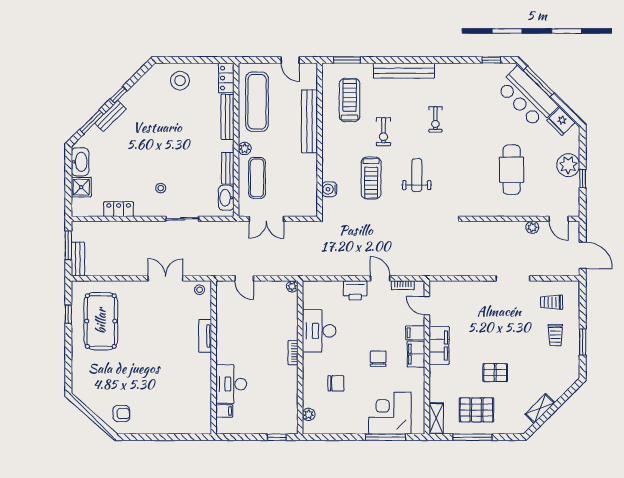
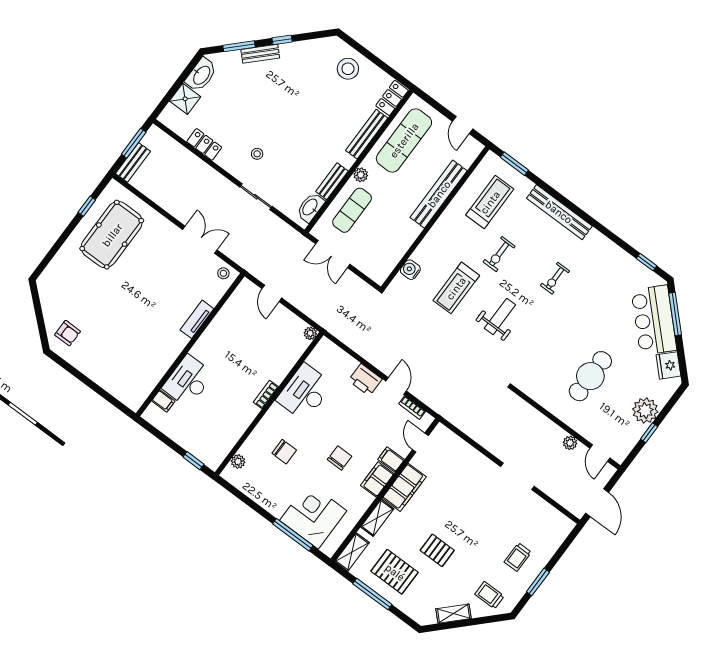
trolley: (551, 302) -> (489, 595), moved
shelving: (436, 381) -> (377, 518), added

